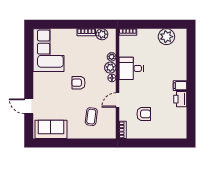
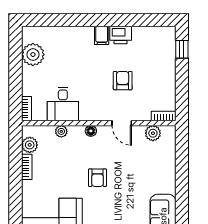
plant: (110, 68) -> (153, 133), moved
desk: (131, 68) -> (63, 104), moved
armchair: (144, 114) -> (123, 81), moved
coffee table: (91, 117) -> (145, 160), removed
window: (170, 143) -> (182, 49), added

